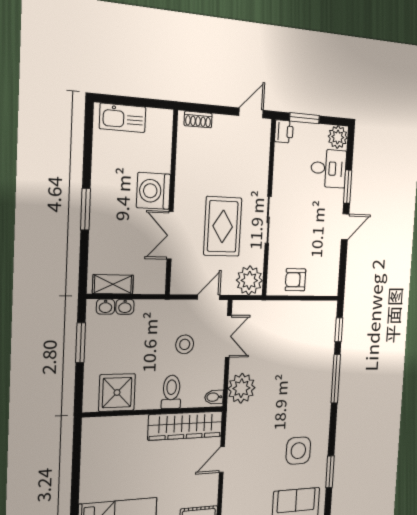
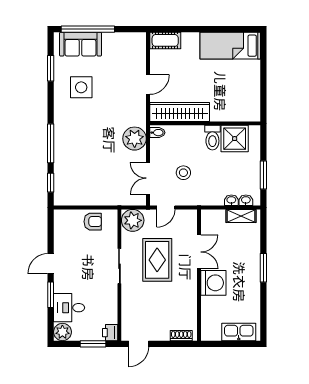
toilet: (171, 392) -> (212, 138), moved

